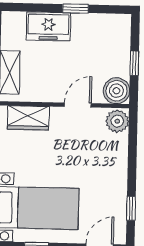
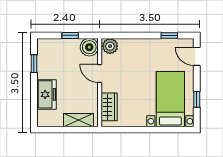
window: (75, 9) -> (34, 64), moved

